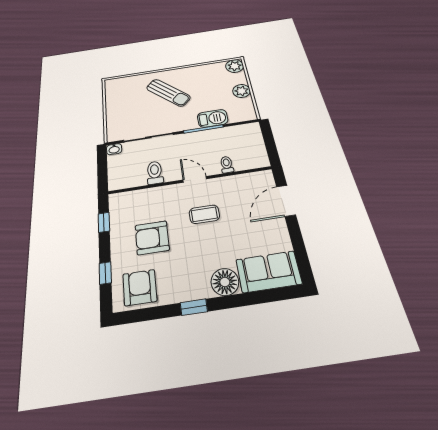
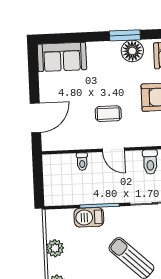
floor lamp: (225, 282) -> (132, 51), moved
window: (194, 307) -> (125, 35), width x1.50

